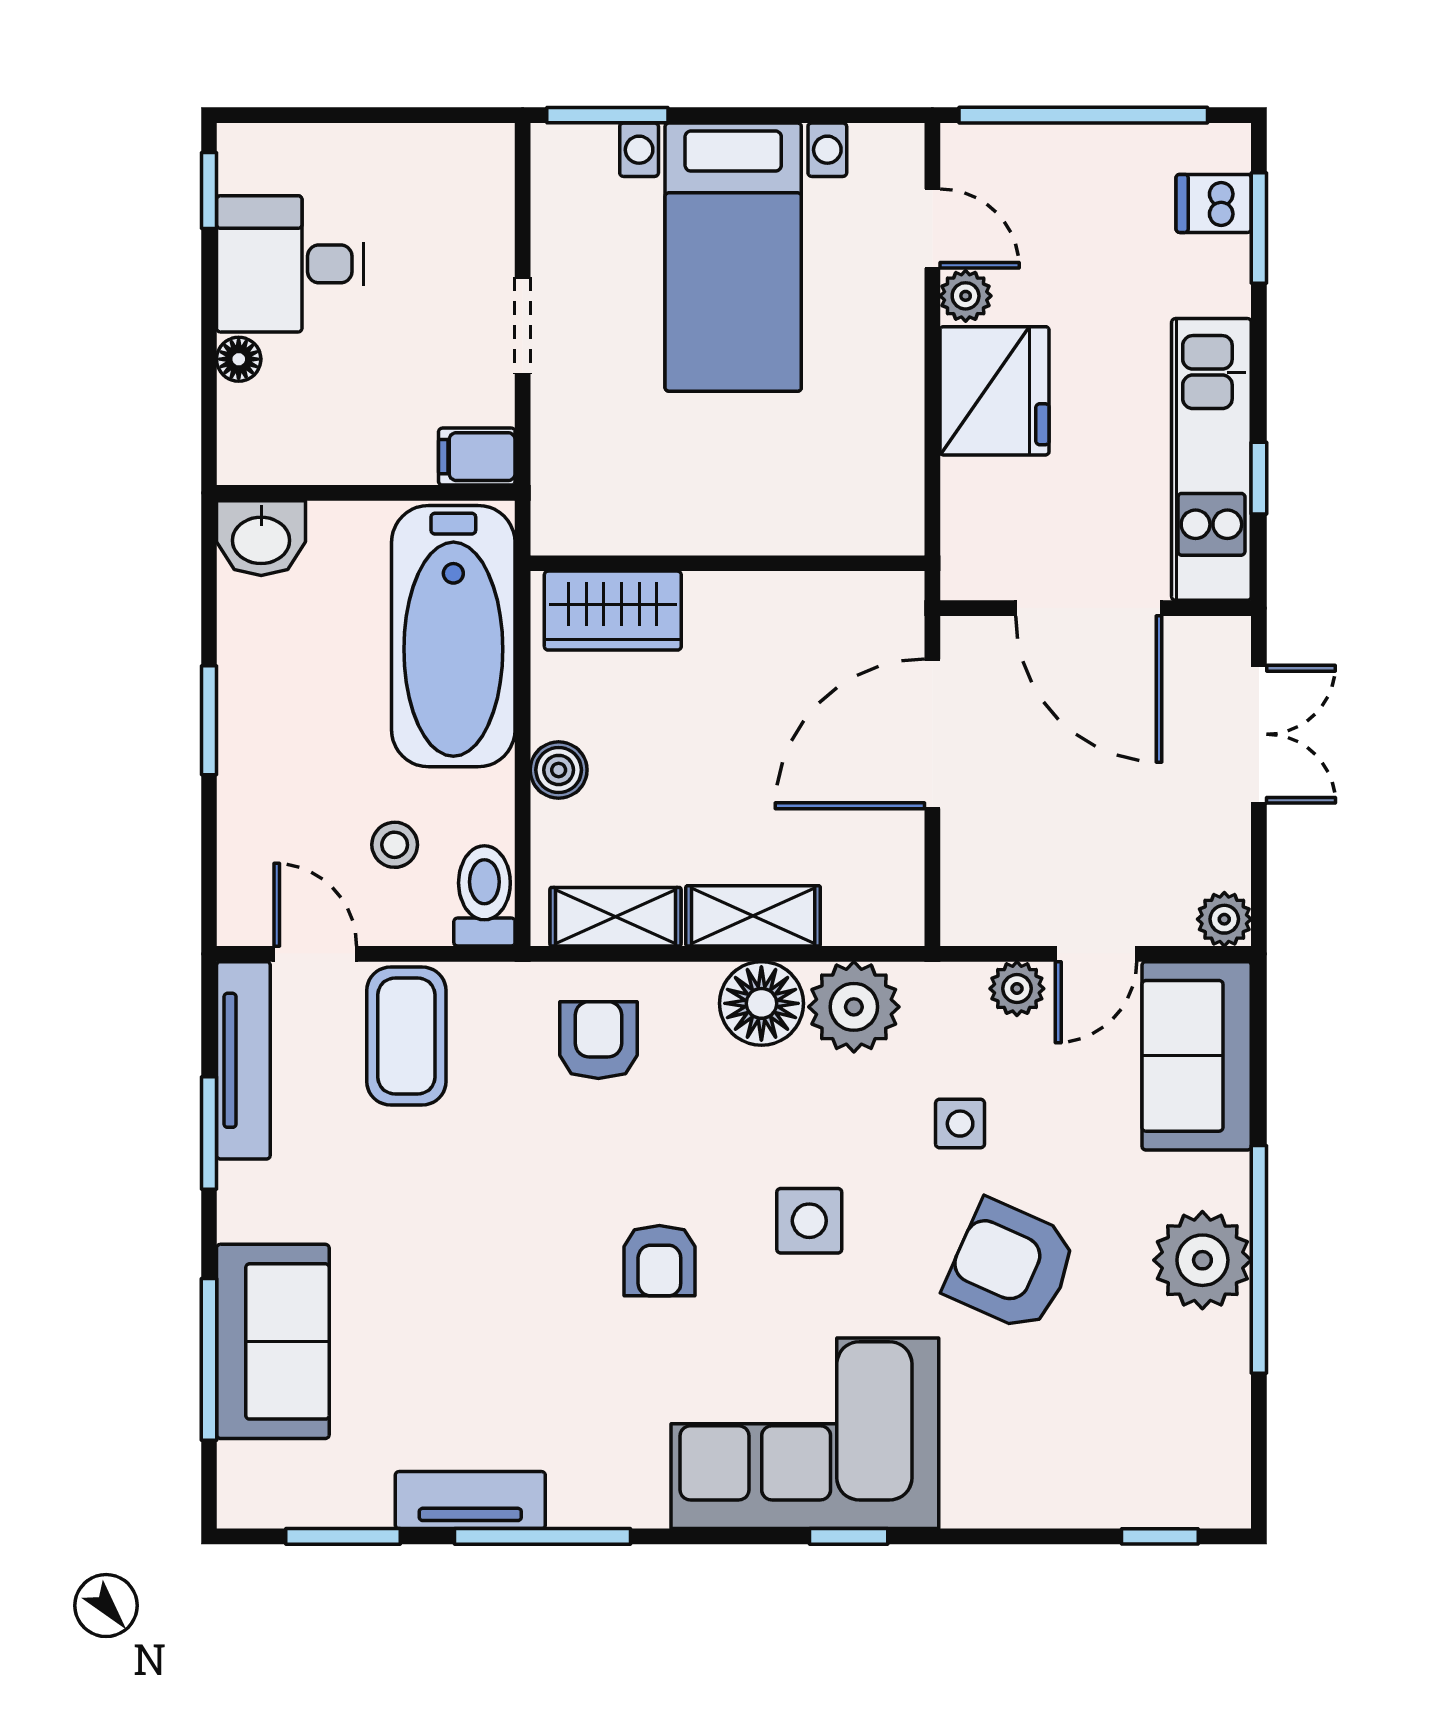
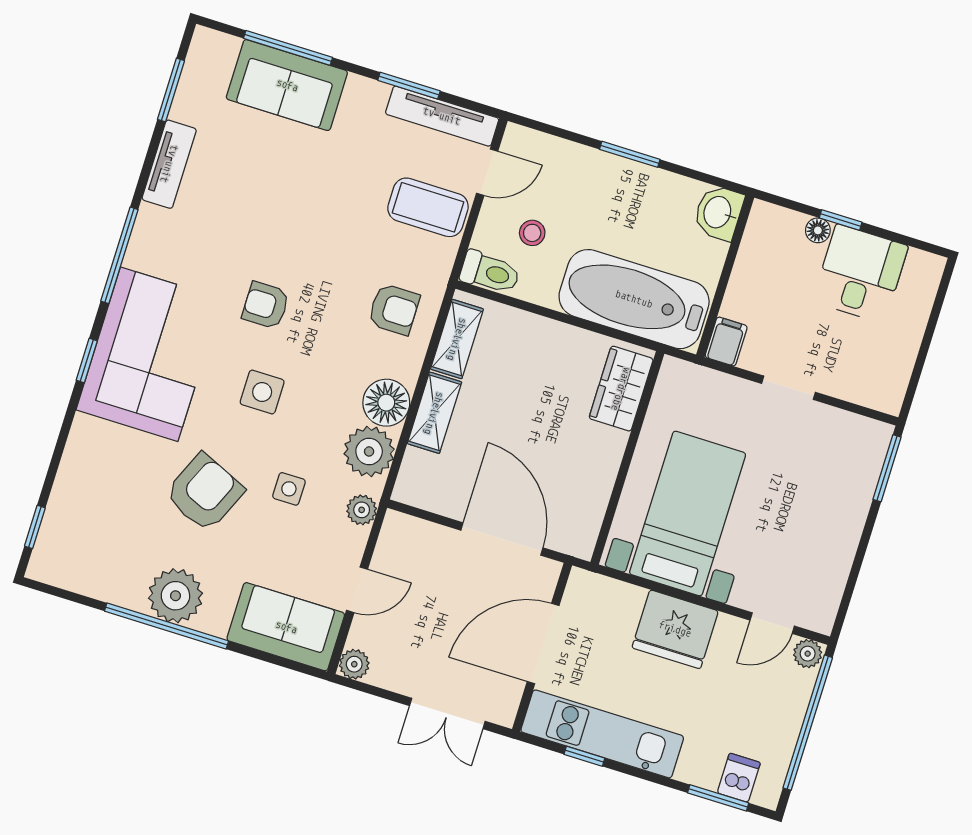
window: (209, 191) -> (841, 220), moved
bed with nightstands: (733, 257) -> (688, 514), moved, turned 90
plant: (966, 296) -> (808, 654), moved
boiler: (559, 770) -> (545, 333), removed
door: (1096, 954) -> (357, 590), swing flipped
plant: (1017, 989) -> (362, 510), moved
window: (542, 1536) -> (119, 255), moved

